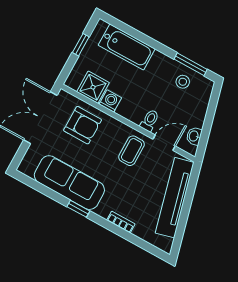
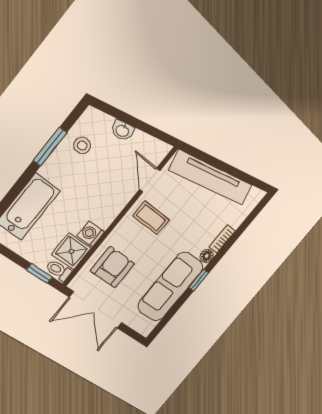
window: (81, 45) -> (39, 273), moved
window: (191, 64) -> (50, 147), moved
toilet: (150, 120) -> (59, 270), moved
washbasin: (194, 136) -> (122, 131), moved
floor lamp: (103, 211) -> (207, 256), added

